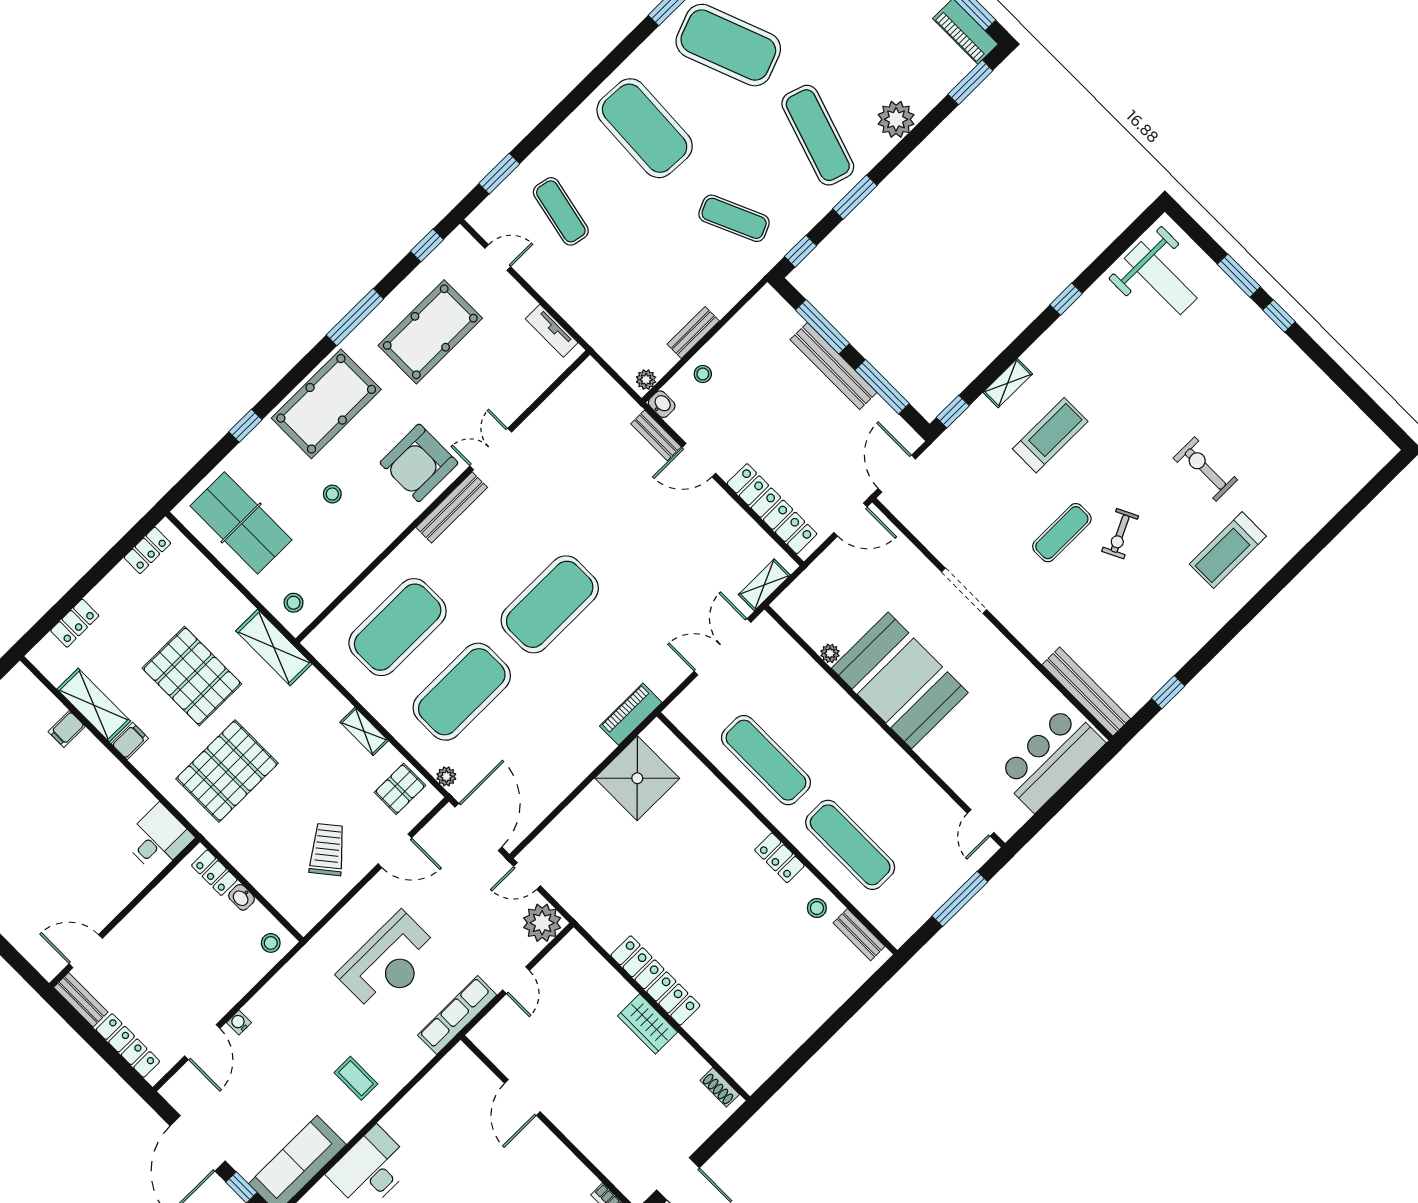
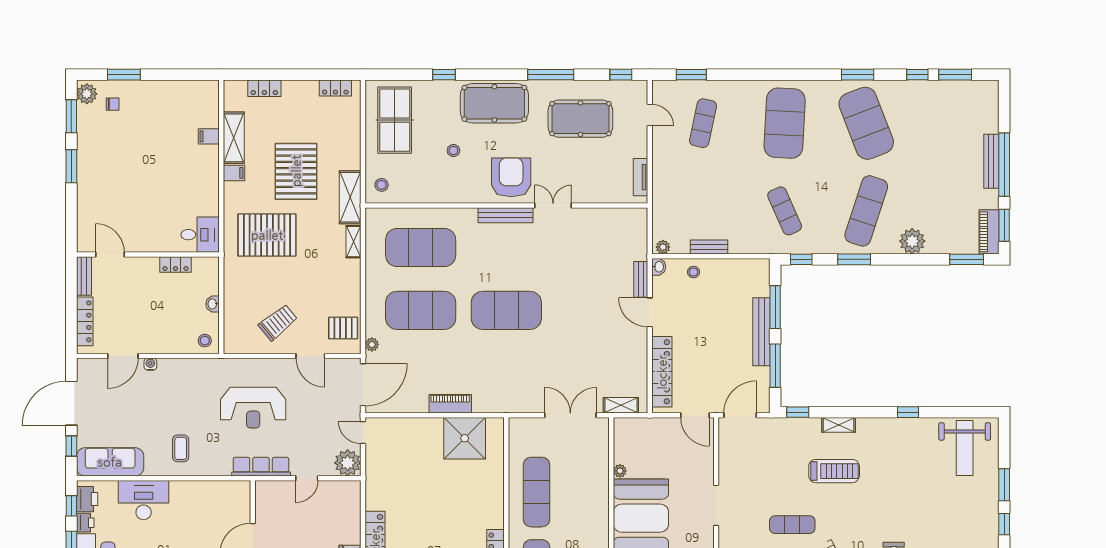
armchair: (419, 463) -> (511, 177), turned 90
piano: (631, 714) -> (450, 404), moved
shelving: (364, 731) -> (354, 242), moved
locker: (214, 873) -> (175, 265), moved, turned -90

